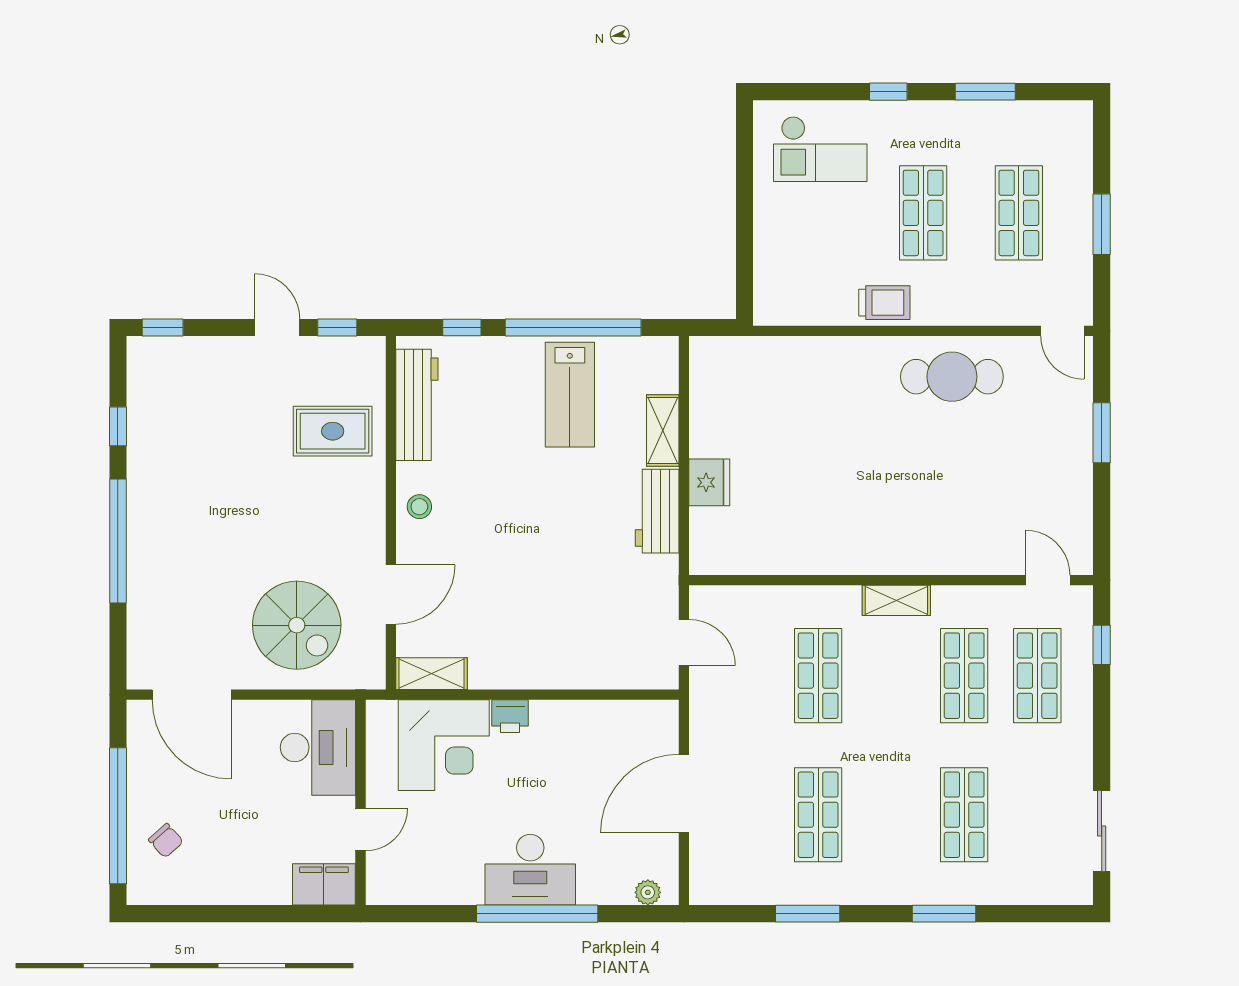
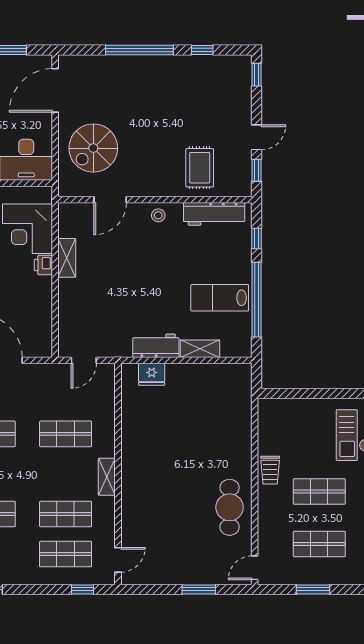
fridge: (709, 482) -> (152, 374), moved
door: (391, 594) -> (110, 200), hinge flipped
shelving: (431, 674) -> (67, 258), moved

